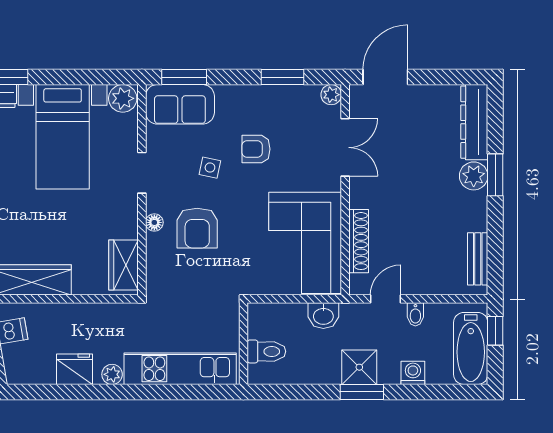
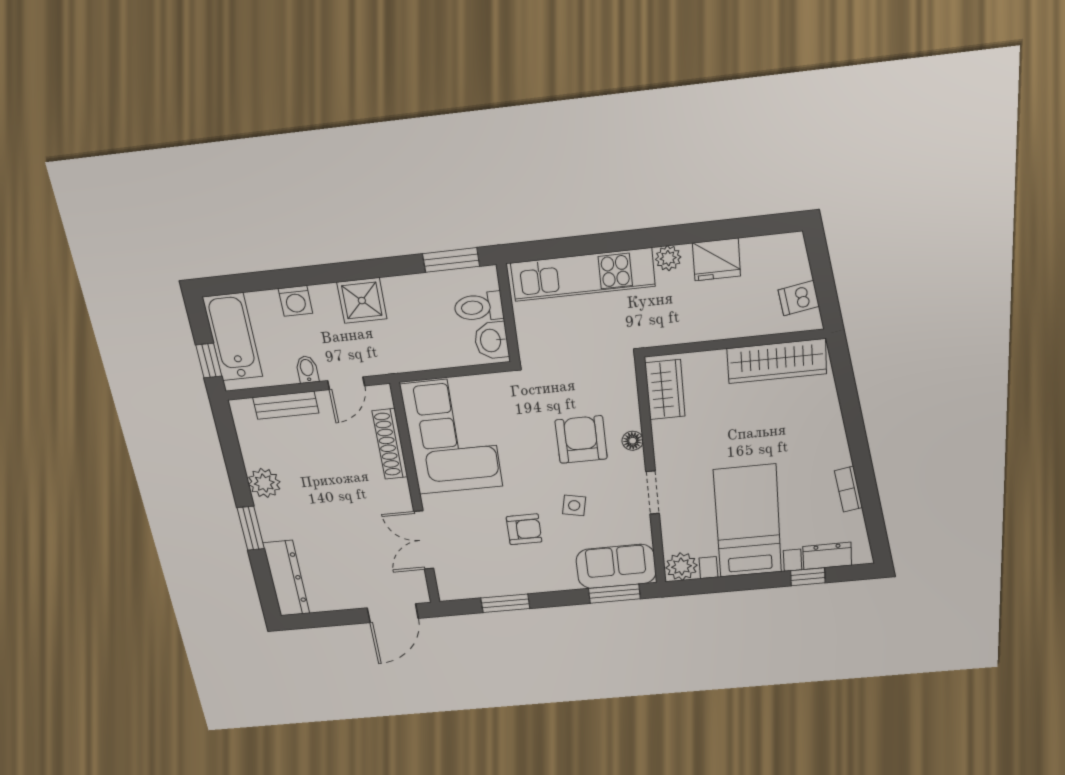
plant: (331, 95) -> (449, 591), removed
plant: (474, 176) -> (264, 483), moved
bench: (478, 259) -> (286, 405), moved, turned 90
washbasin: (323, 316) -> (491, 340), moved, turned -90
window: (362, 392) -> (451, 260), moved

